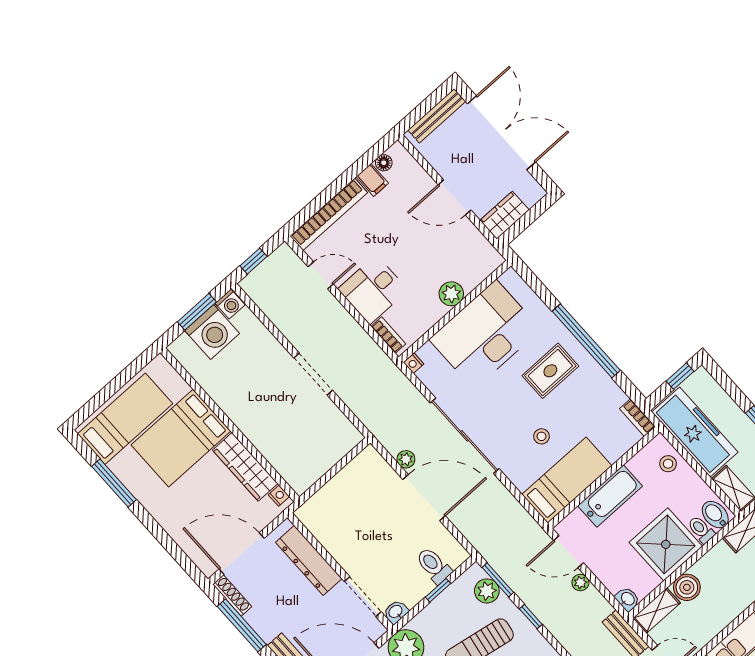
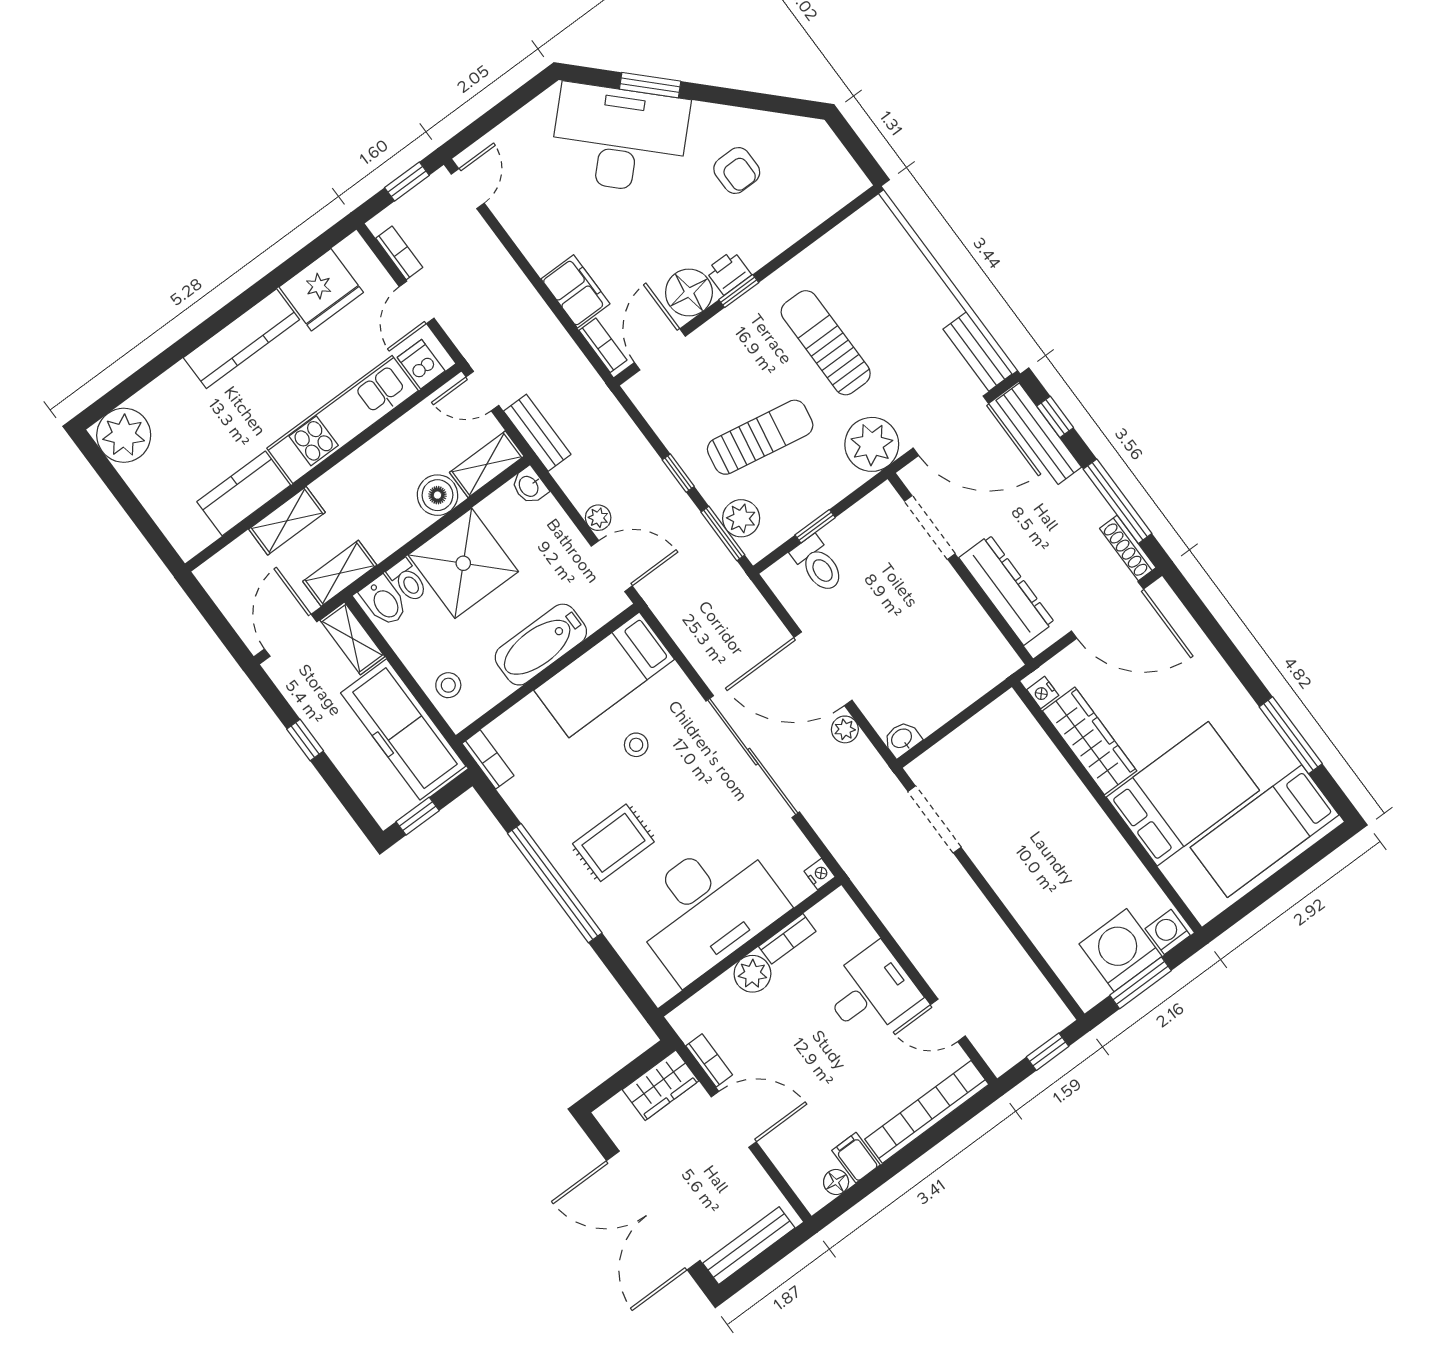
bookcase: (474, 234) -> (709, 1060), added
washing machine: (230, 304) -> (1168, 932), moved
bookcase: (388, 335) -> (787, 939), moved, turned -90
doorway: (313, 374) -> (934, 819), moved
washbasin: (396, 612) -> (902, 739), moved, turned 180

